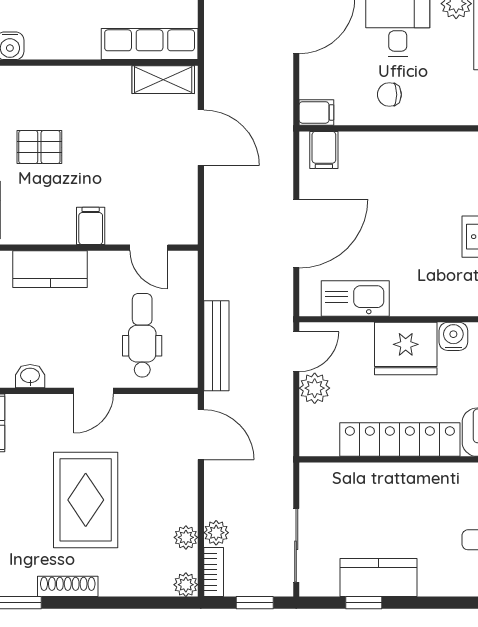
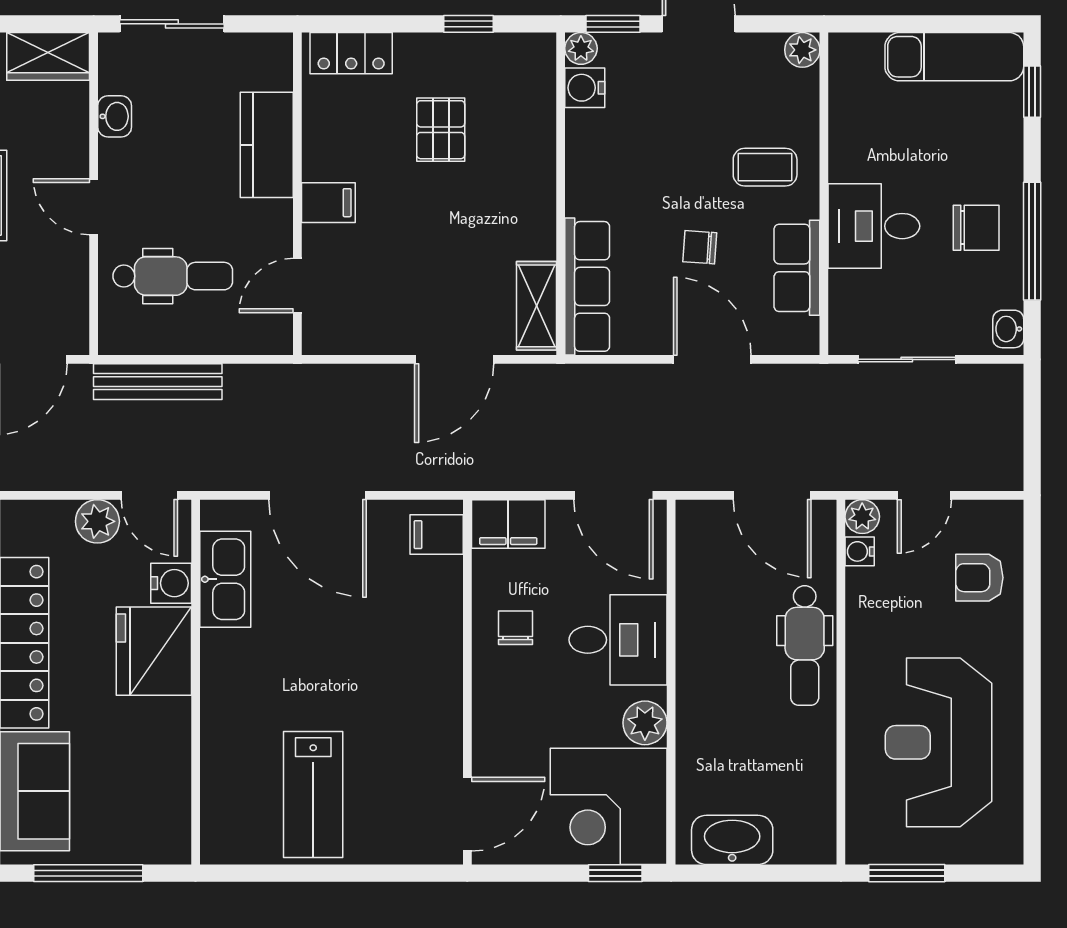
filing cabinet: (316, 112) -> (508, 524), width x2.00
water cooler: (453, 336) -> (171, 583), moved

